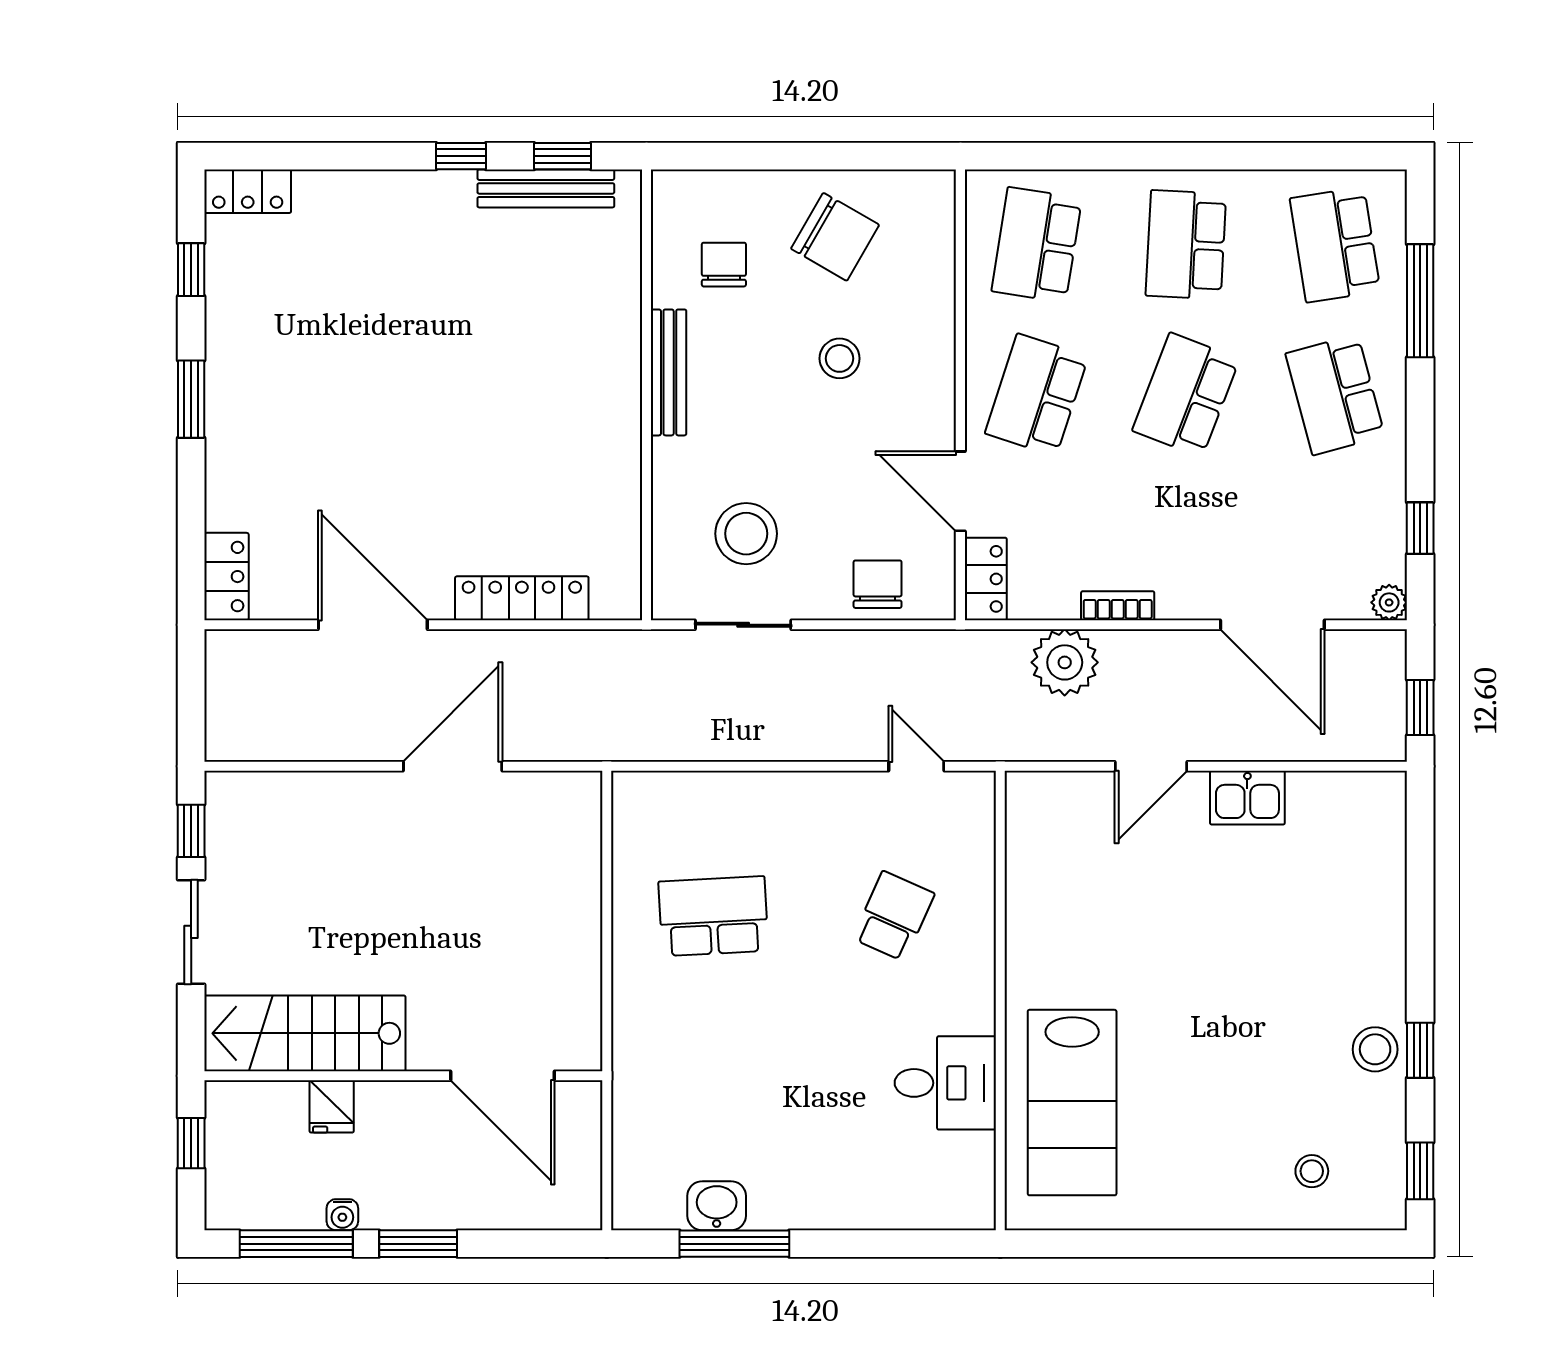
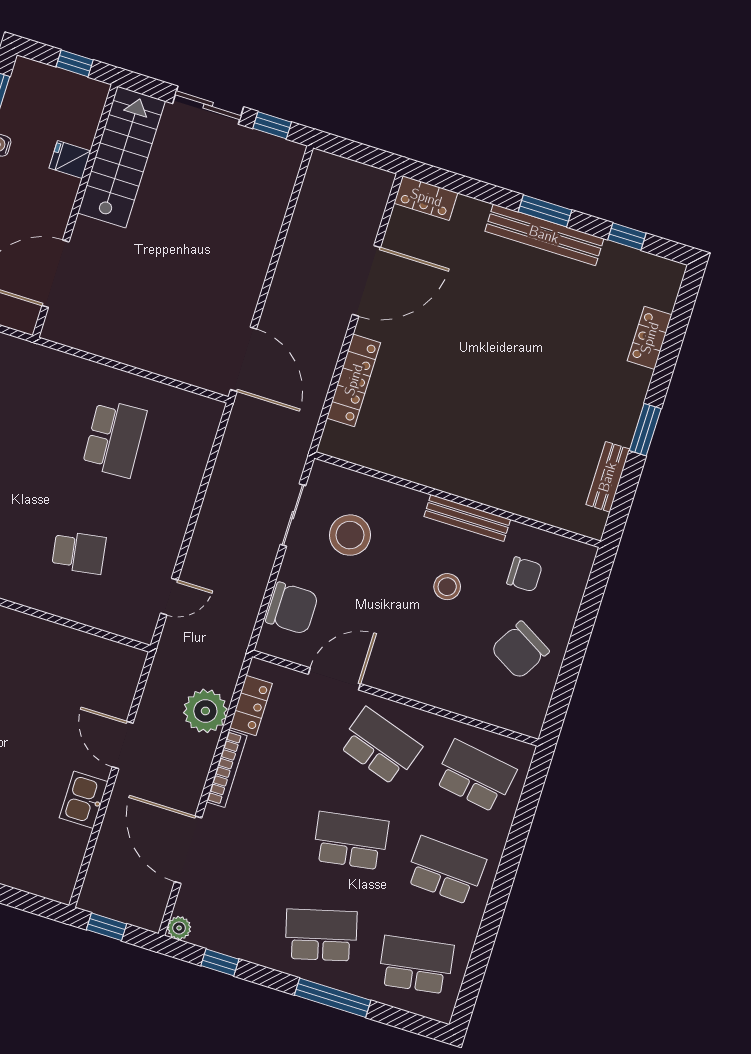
window: (461, 156) -> (645, 430), width x1.50
window: (563, 156) -> (625, 494), removed
bench: (546, 188) -> (608, 477), width x0.73
locker: (248, 191) -> (650, 338), moved
window: (1420, 301) -> (333, 998), moved
stool: (840, 358) -> (447, 587), moved
bench: (226, 389) -> (544, 235), added
school desk: (1186, 395) -> (351, 841), turned -30
locker: (986, 579) -> (251, 705), moved, turned -90
chair: (878, 584) -> (292, 608), width x1.37, depth x1.37
bookcase: (1118, 606) -> (227, 769), width x1.56
door: (1272, 625) -> (188, 850), hinge flipped
door: (453, 766) -> (244, 359), moved
school desk: (894, 916) -> (79, 552), turned -33

